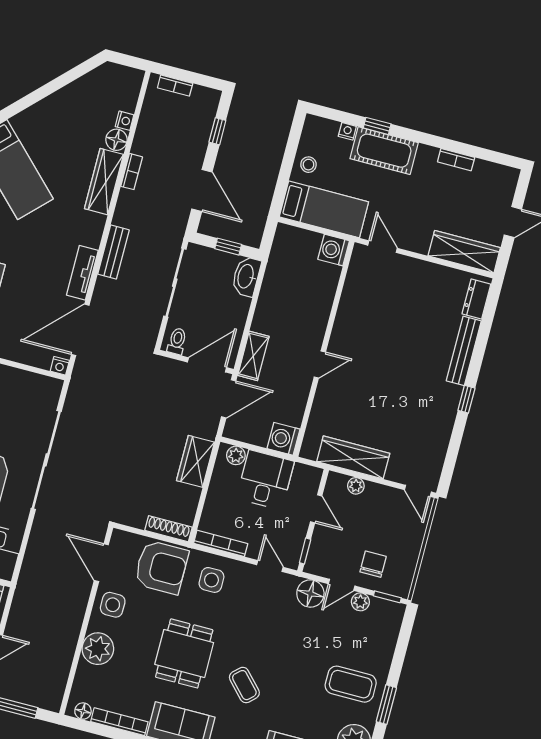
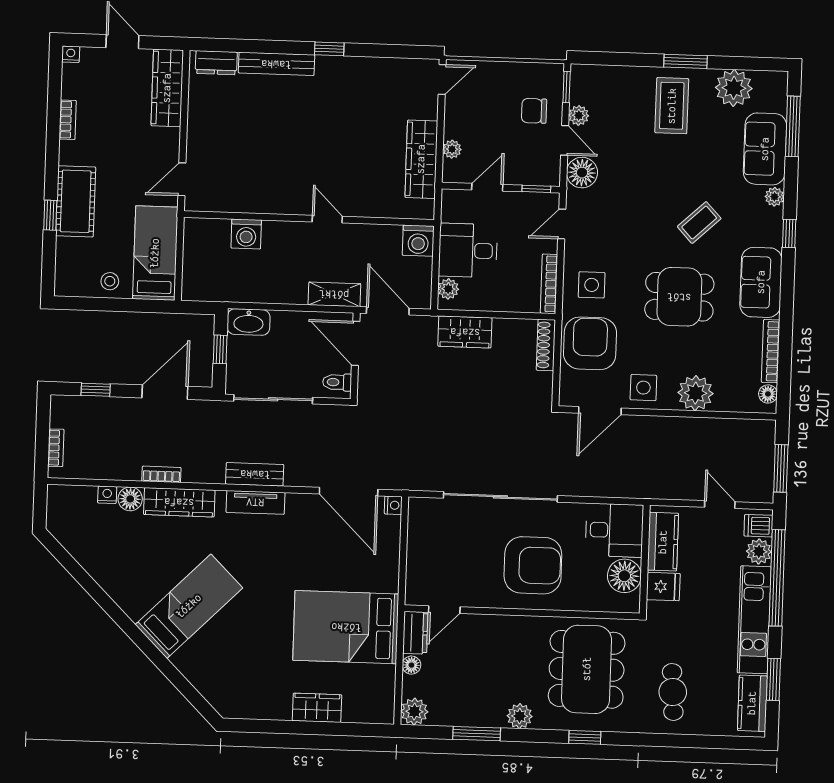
nightstand: (347, 131) -> (71, 54), moved, turned 90
washing machine: (334, 250) -> (246, 234), moved
tv unit: (82, 273) -> (255, 502), moved

